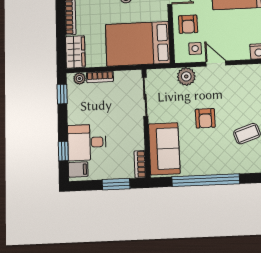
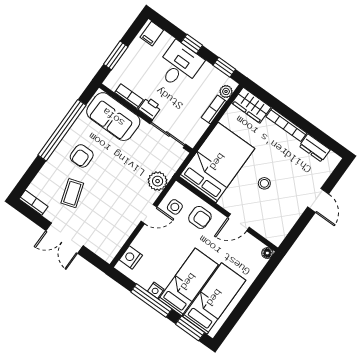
armchair: (188, 24) -> (200, 217), turned 180
armchair: (205, 118) -> (82, 156), moved, turned -90
printer: (136, 126) -> (150, 108), added
desk: (87, 142) -> (179, 65), moved
window: (63, 151) -> (192, 44), moved
bookcase: (140, 164) -> (129, 96), moved

